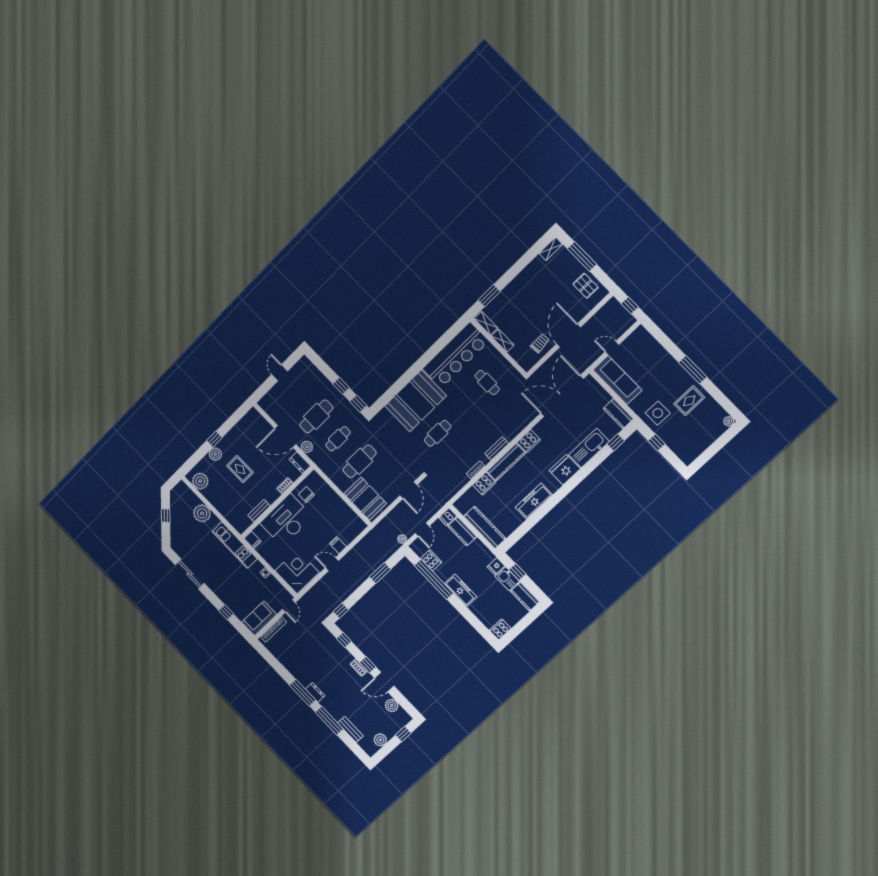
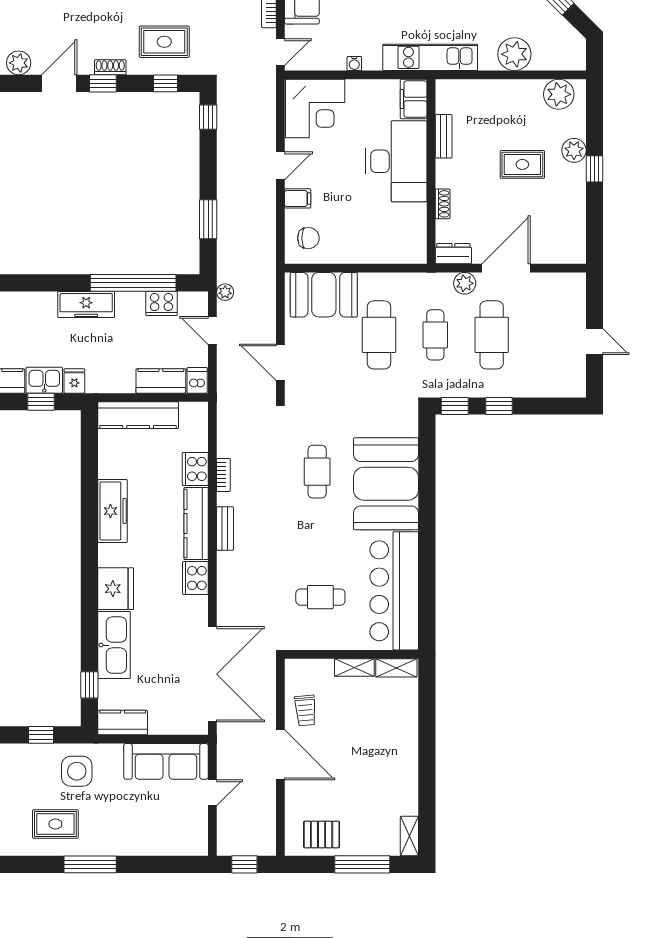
window: (489, 296) -> (427, 705), removed
rug: (689, 401) -> (55, 824), turned 90
chair: (306, 495) -> (308, 238), moved
filing cabinet: (253, 540) -> (414, 99), width x2.00
door: (289, 606) -> (280, 52), swing flipped
rug: (329, 655) -> (164, 42), added

